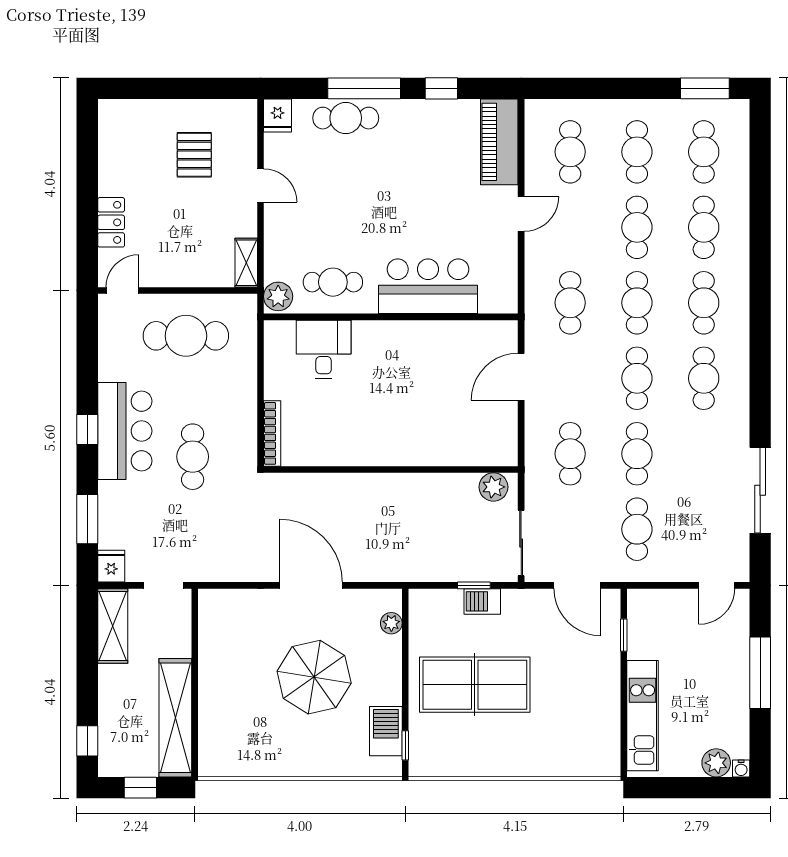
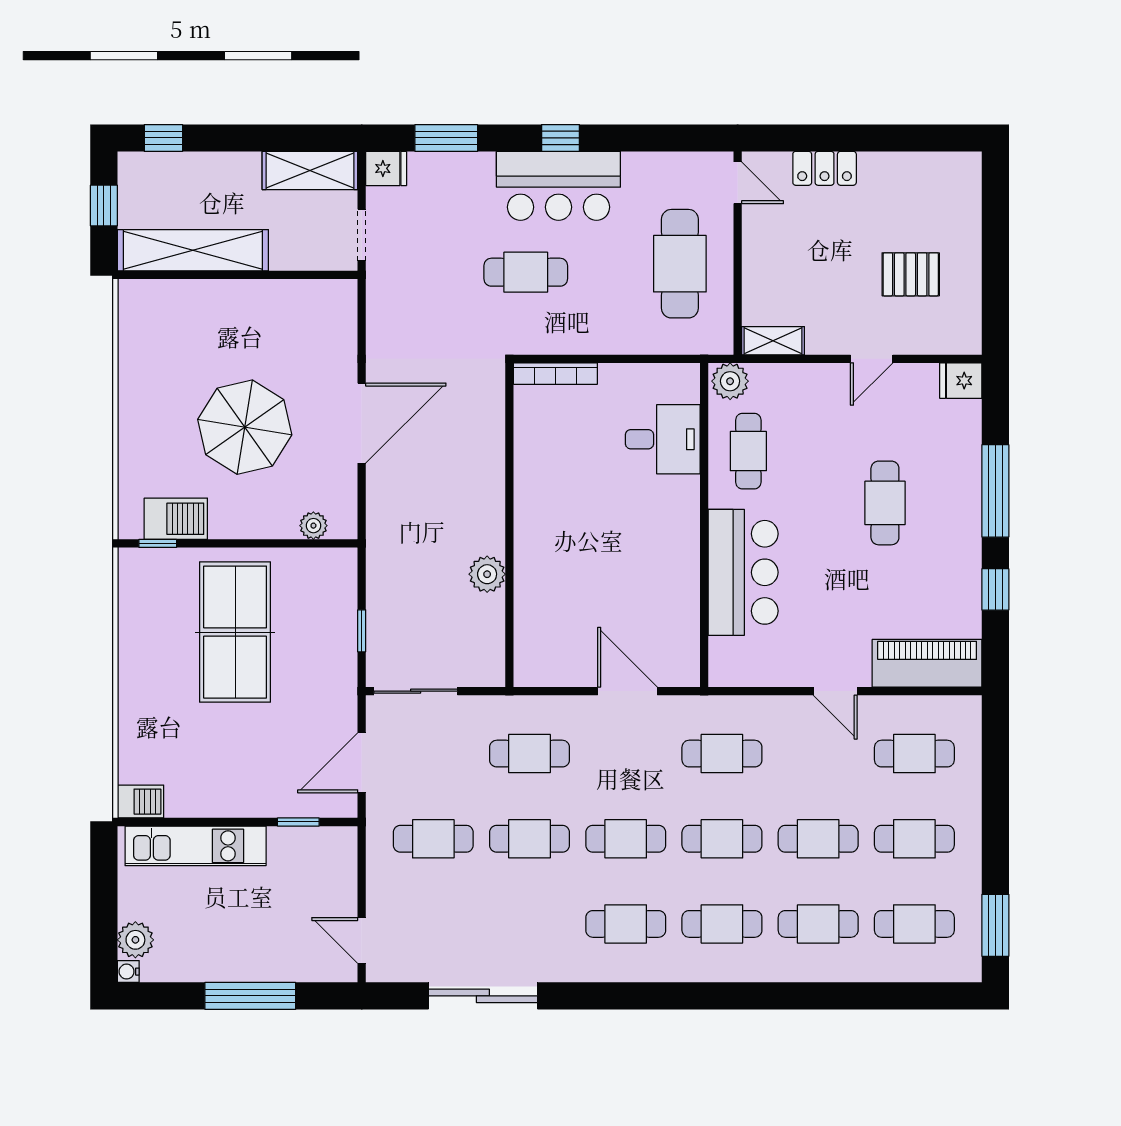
cafe table: (346, 118) -> (885, 503), moved
plant: (493, 487) -> (487, 574), moved
barbecue: (482, 601) -> (140, 802), moved, turned 90

